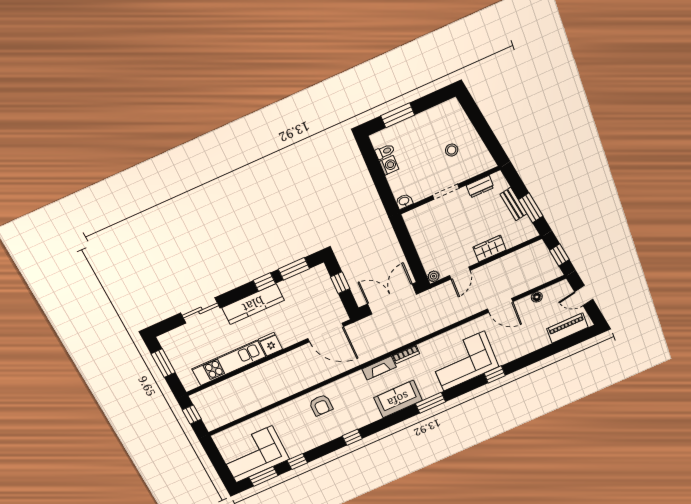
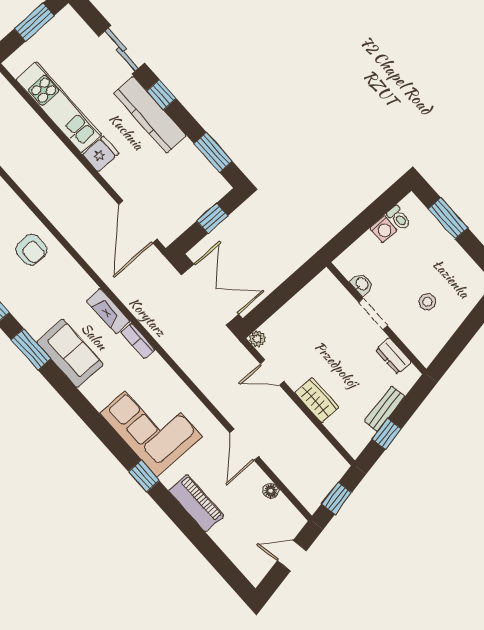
washbasin: (404, 201) -> (362, 284), moved
window: (531, 208) -> (387, 434), width x0.67
window: (264, 282) -> (162, 95), moved
door: (584, 296) -> (292, 556), hinge flipped
piano: (567, 328) -> (196, 503), moved
window: (430, 403) -> (31, 349), moved
armchair: (321, 405) -> (31, 250), turned -90

